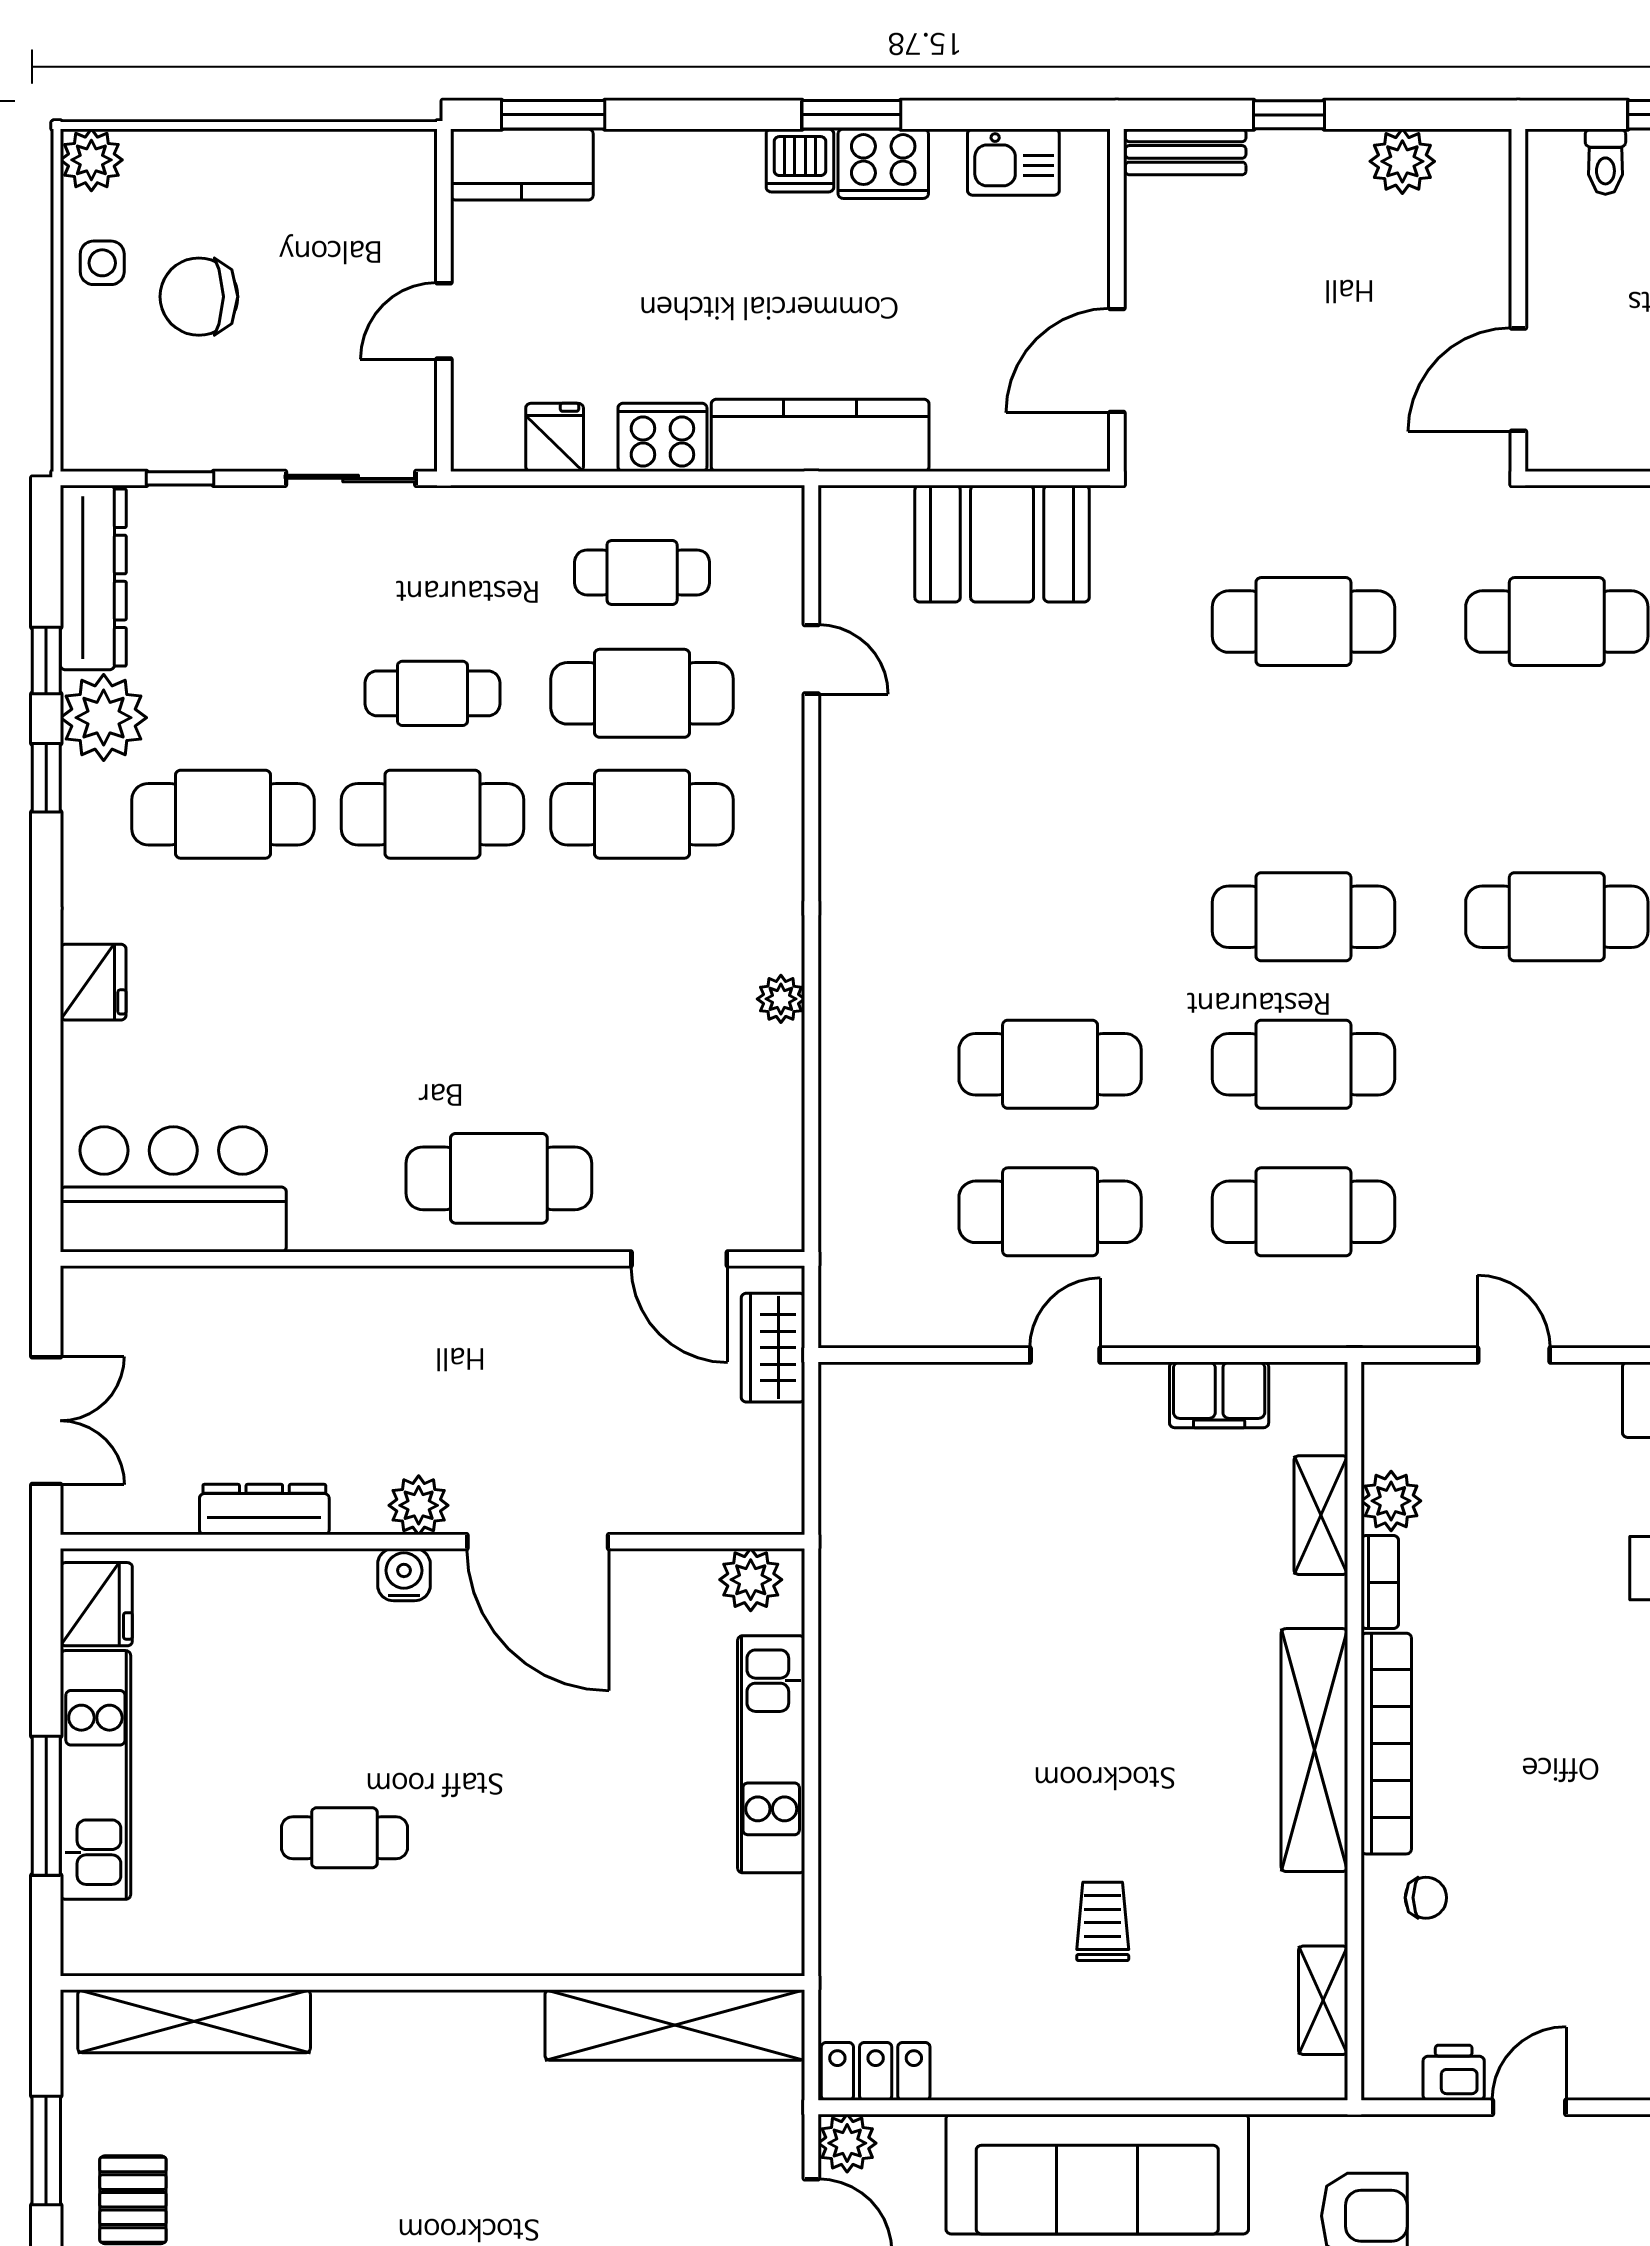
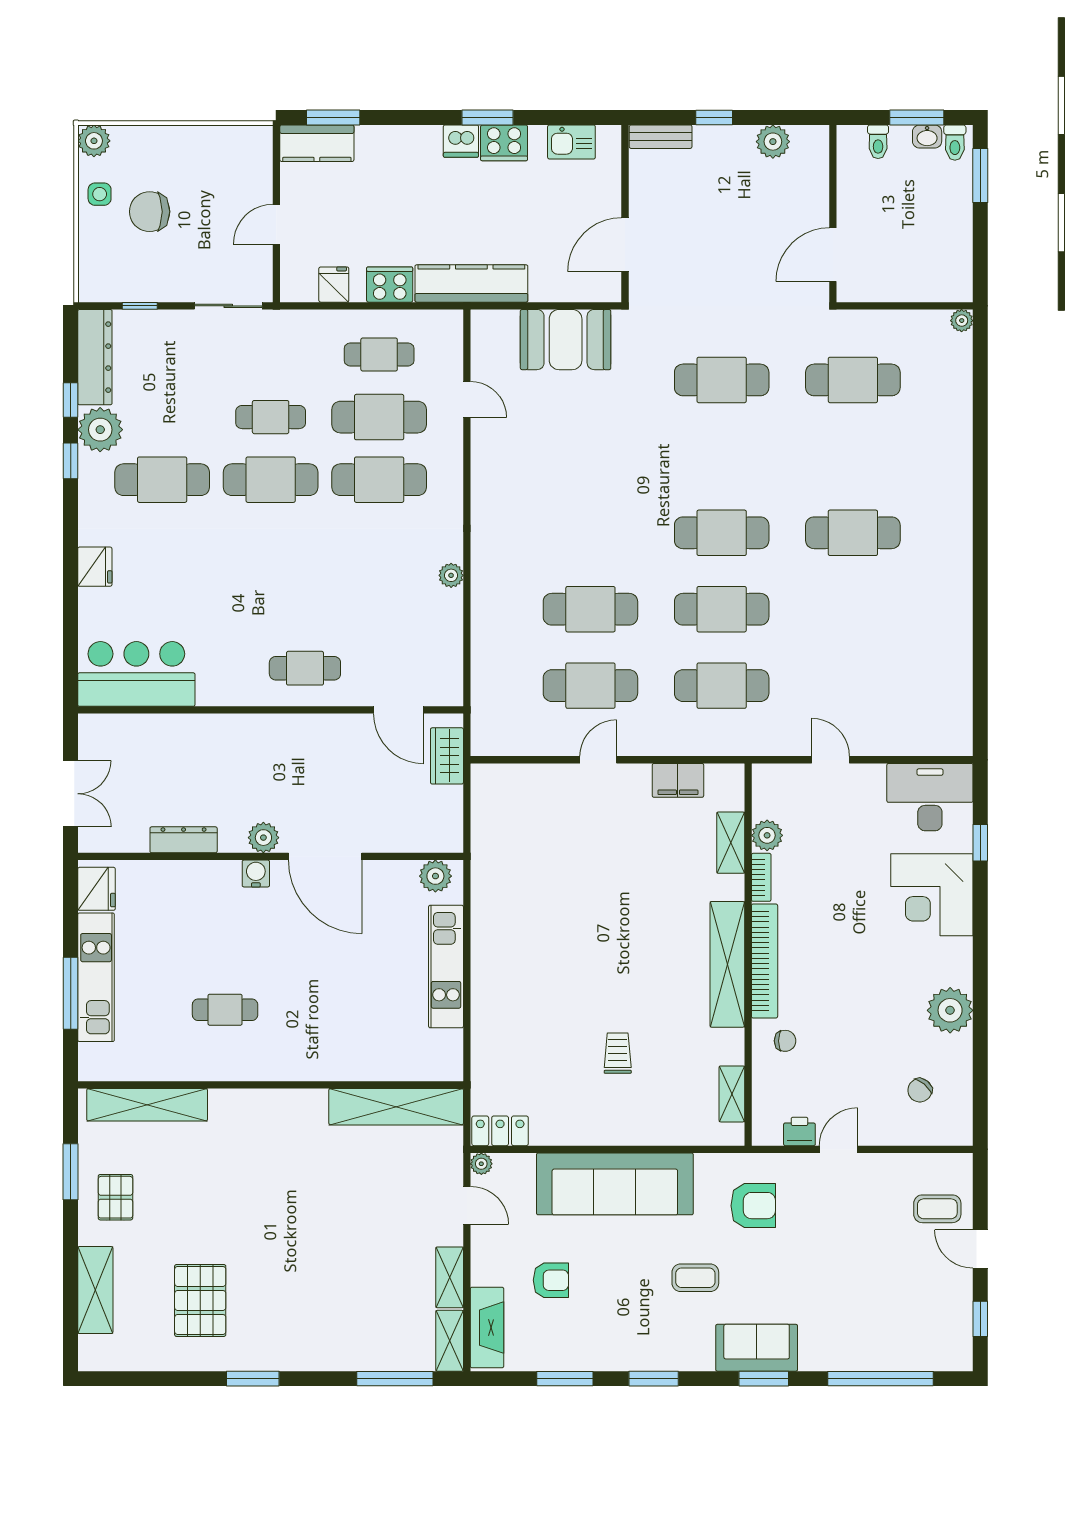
cafe table: (499, 1178) -> (305, 668), width x0.73, depth x0.74
plant: (847, 2143) -> (481, 1164), width x0.73, depth x0.73

